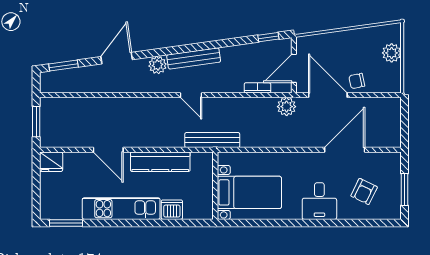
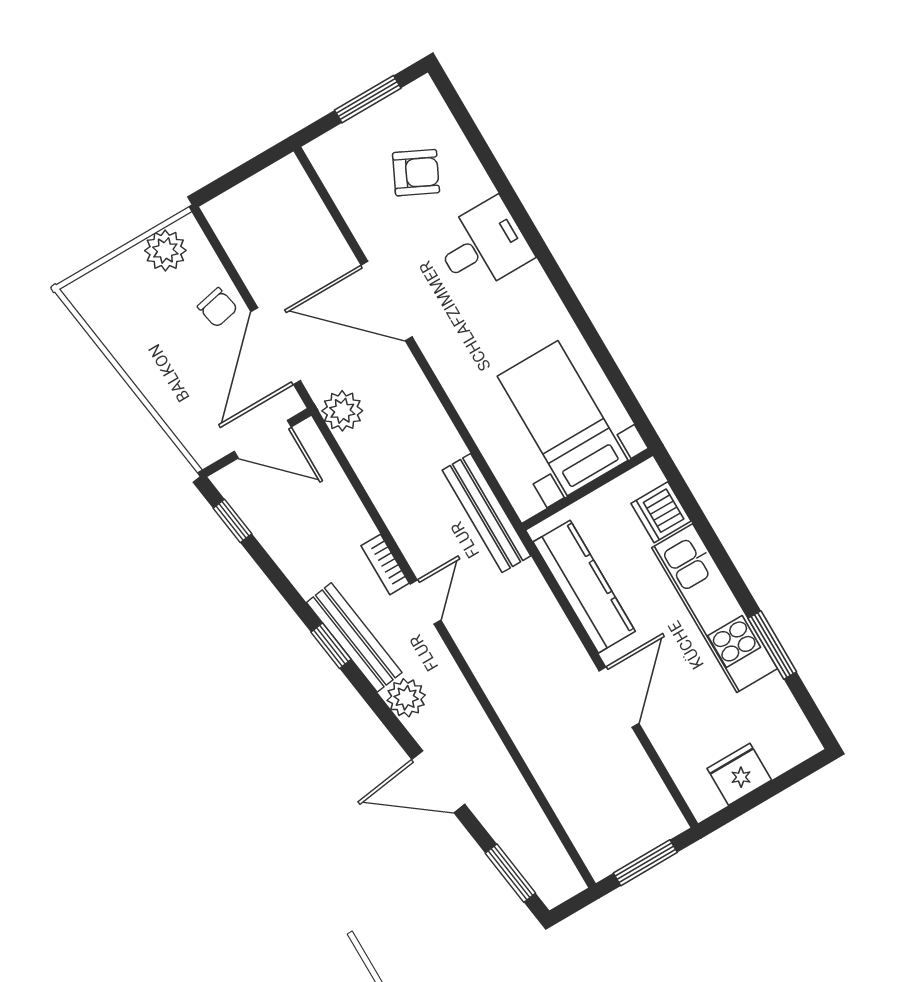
window: (196, 47) -> (331, 646), added
plant: (392, 53) -> (165, 250), moved
bookcase: (257, 88) -> (385, 564), moved
door: (345, 150) -> (387, 301), moved
fridge: (51, 162) -> (739, 774), moved, turned -90
wall: (215, 186) -> (587, 489), moved
bed with nightstands: (249, 192) -> (563, 418), moved
window: (66, 223) -> (772, 645), moved

